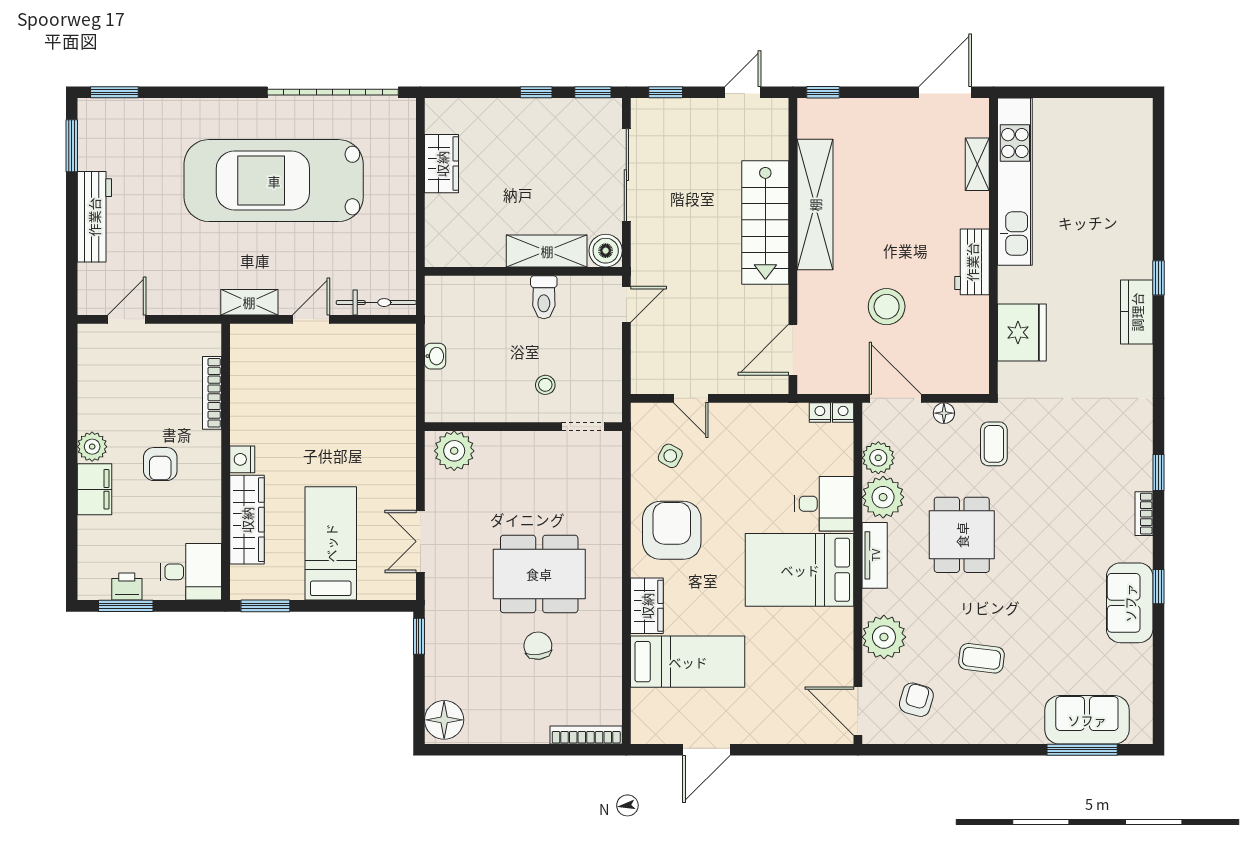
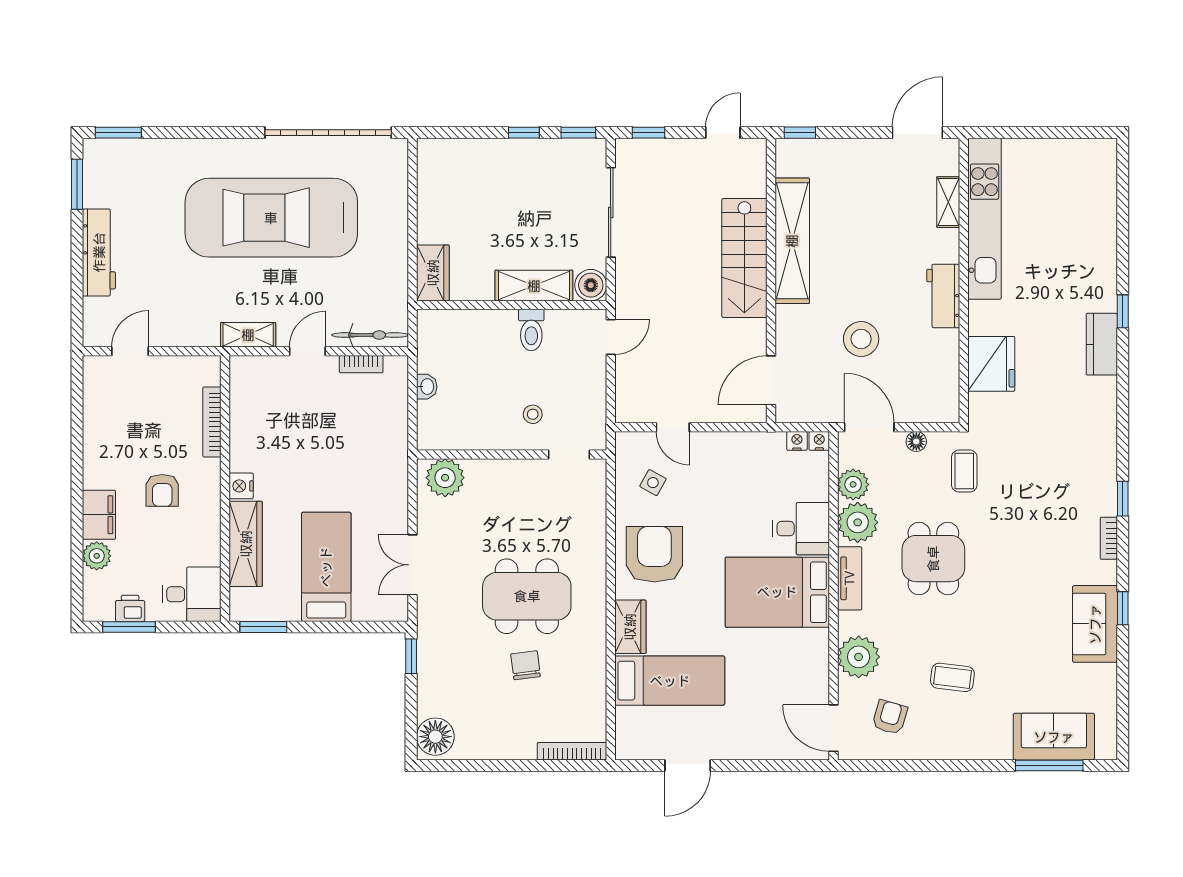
wardrobe: (442, 164) -> (433, 273), moved
bookcase: (367, 333) -> (361, 364), added
plant: (92, 447) -> (97, 556), moved

